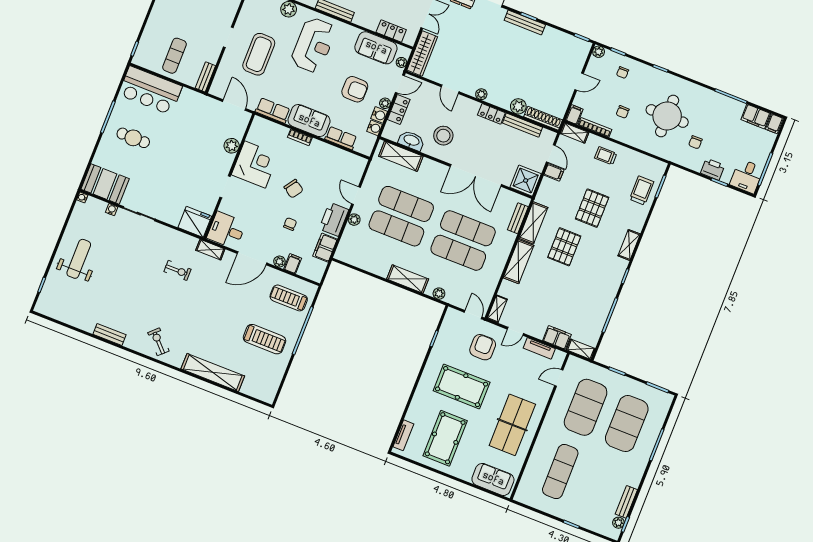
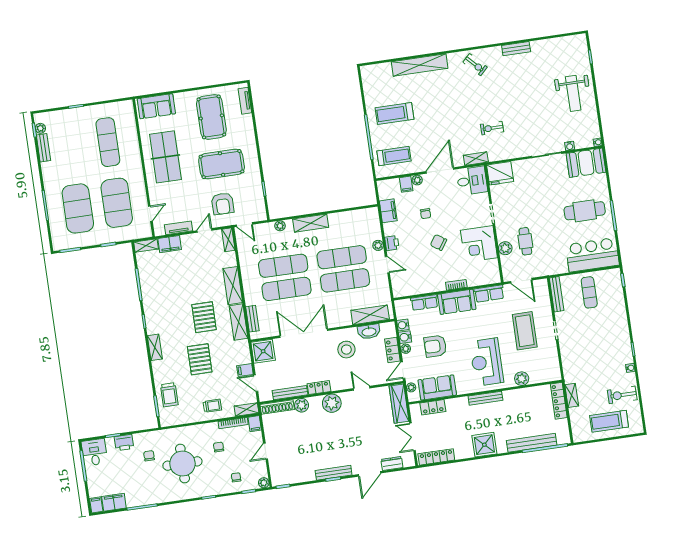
bench: (205, 77) -> (557, 294), width x1.36
plant: (481, 94) -> (332, 403), width x1.88, depth x1.88
cafe table: (133, 138) -> (585, 211), width x1.37, depth x1.35
cafe table: (208, 141) -> (525, 241), added
printer: (334, 219) -> (392, 243), width x0.53, depth x0.68

